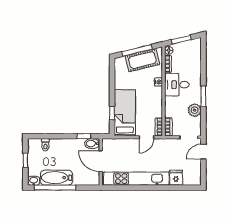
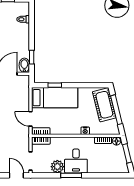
cot: (142, 60) -> (104, 105), moved
desk: (177, 85) -> (76, 161), moved, turned 180

